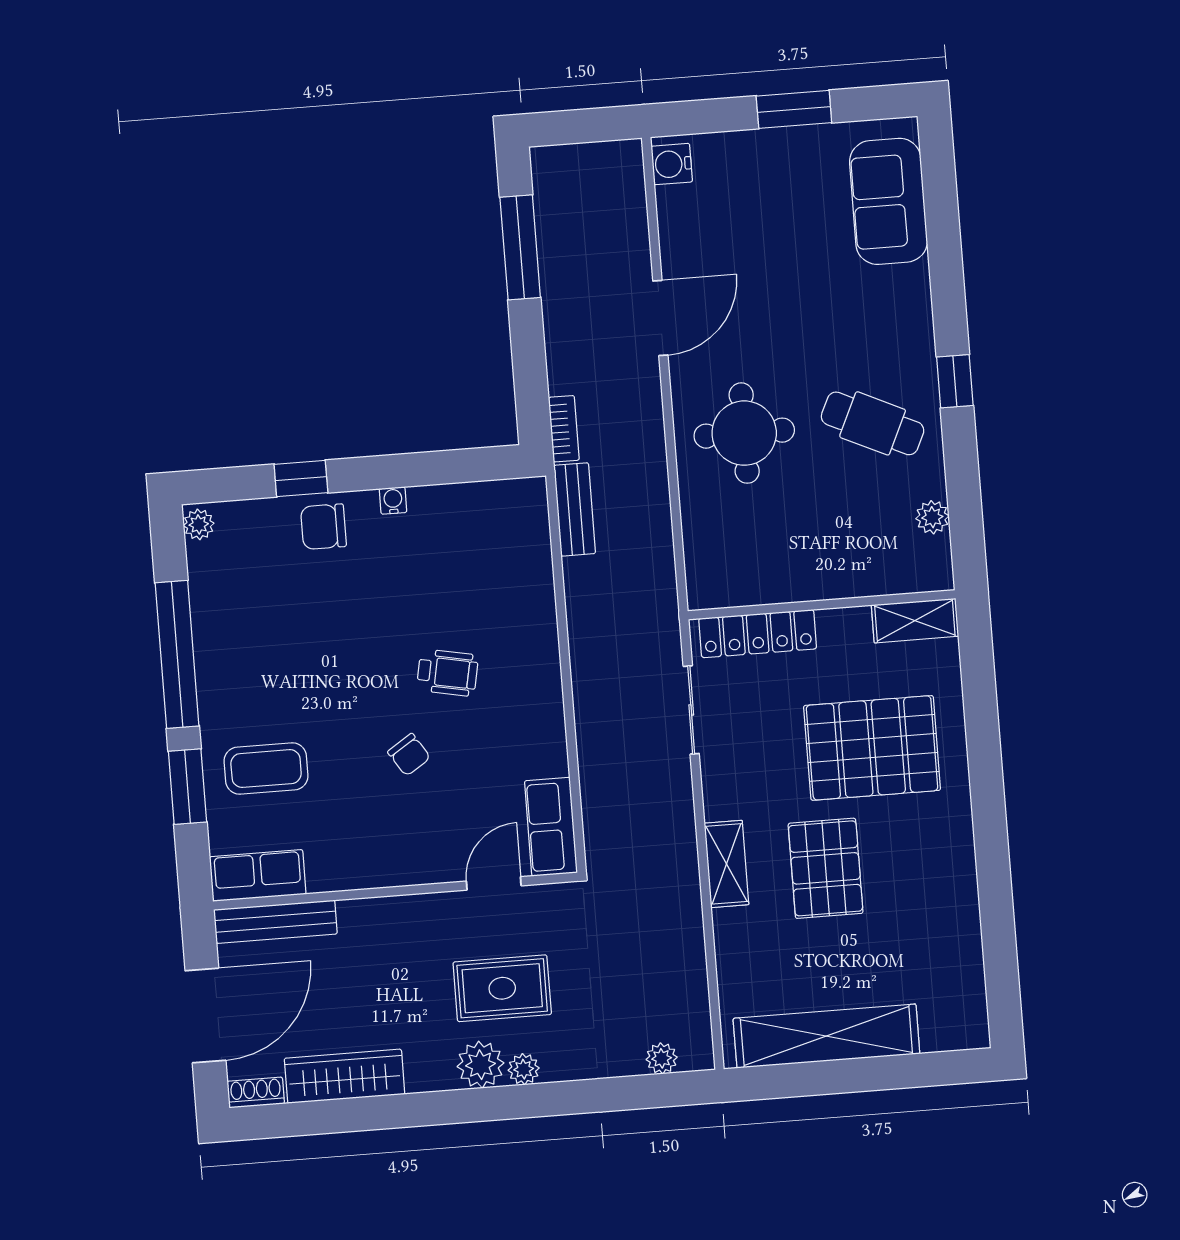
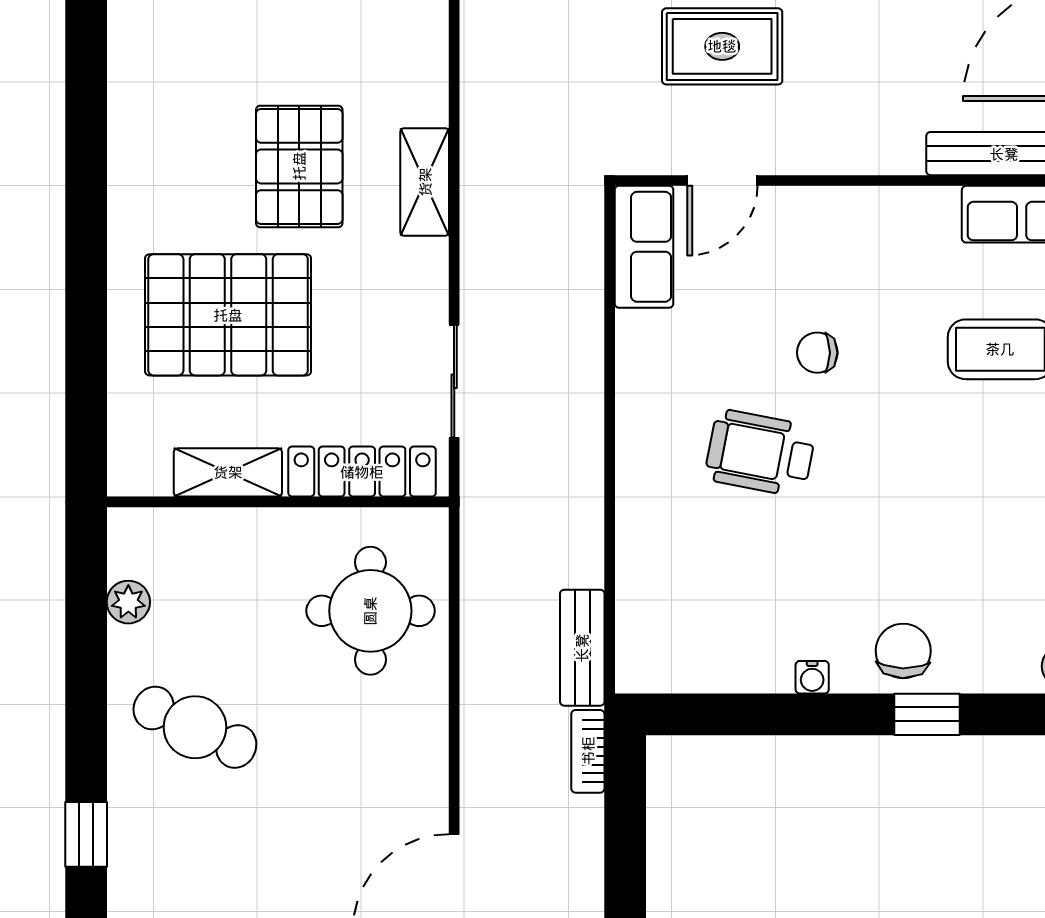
window: (955, 381) -> (86, 834), moved
round table: (744, 433) -> (370, 611), moved
chair: (323, 527) -> (903, 651), turned -89
shelving: (915, 621) -> (228, 472), moved
wheelchair: (447, 673) -> (760, 453), width x1.36, depth x1.37
chair: (409, 755) -> (817, 353), turned -57

